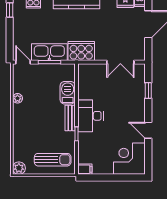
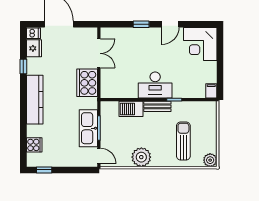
cooker: (81, 51) -> (87, 83), moved
door: (23, 62) -> (99, 156), swing flipped
window: (148, 90) -> (141, 24), moved
plant: (17, 98) -> (141, 157), width x1.88, depth x1.88
sun lounger: (53, 160) -> (183, 141), moved

